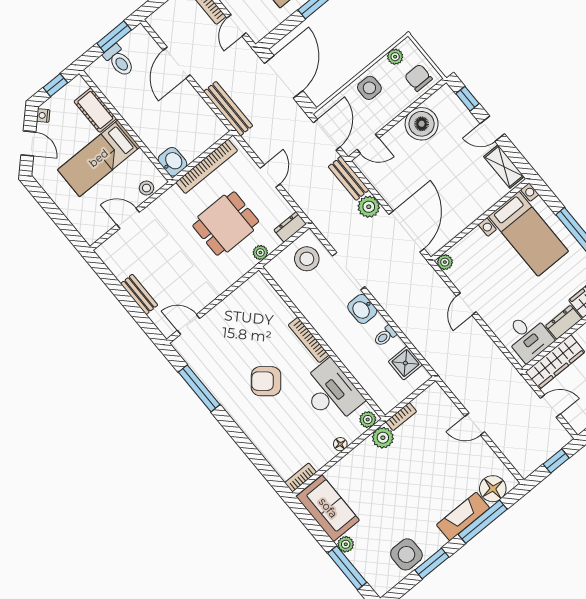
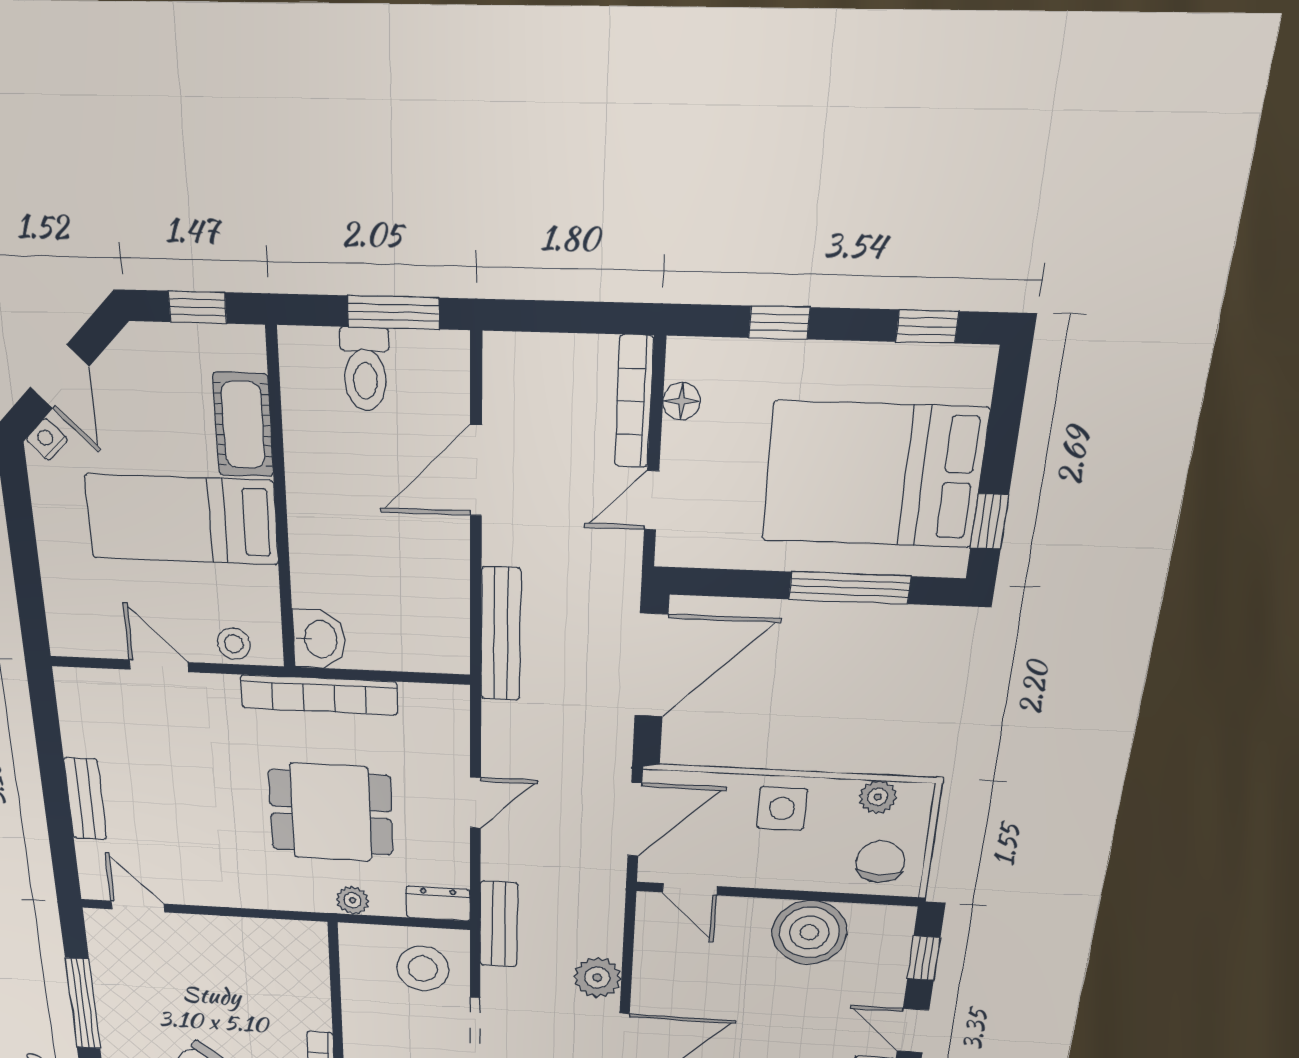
nightstand: (43, 116) -> (47, 439), moved
bookcase: (207, 166) -> (319, 695), moved
bench: (349, 178) -> (499, 924), moved

